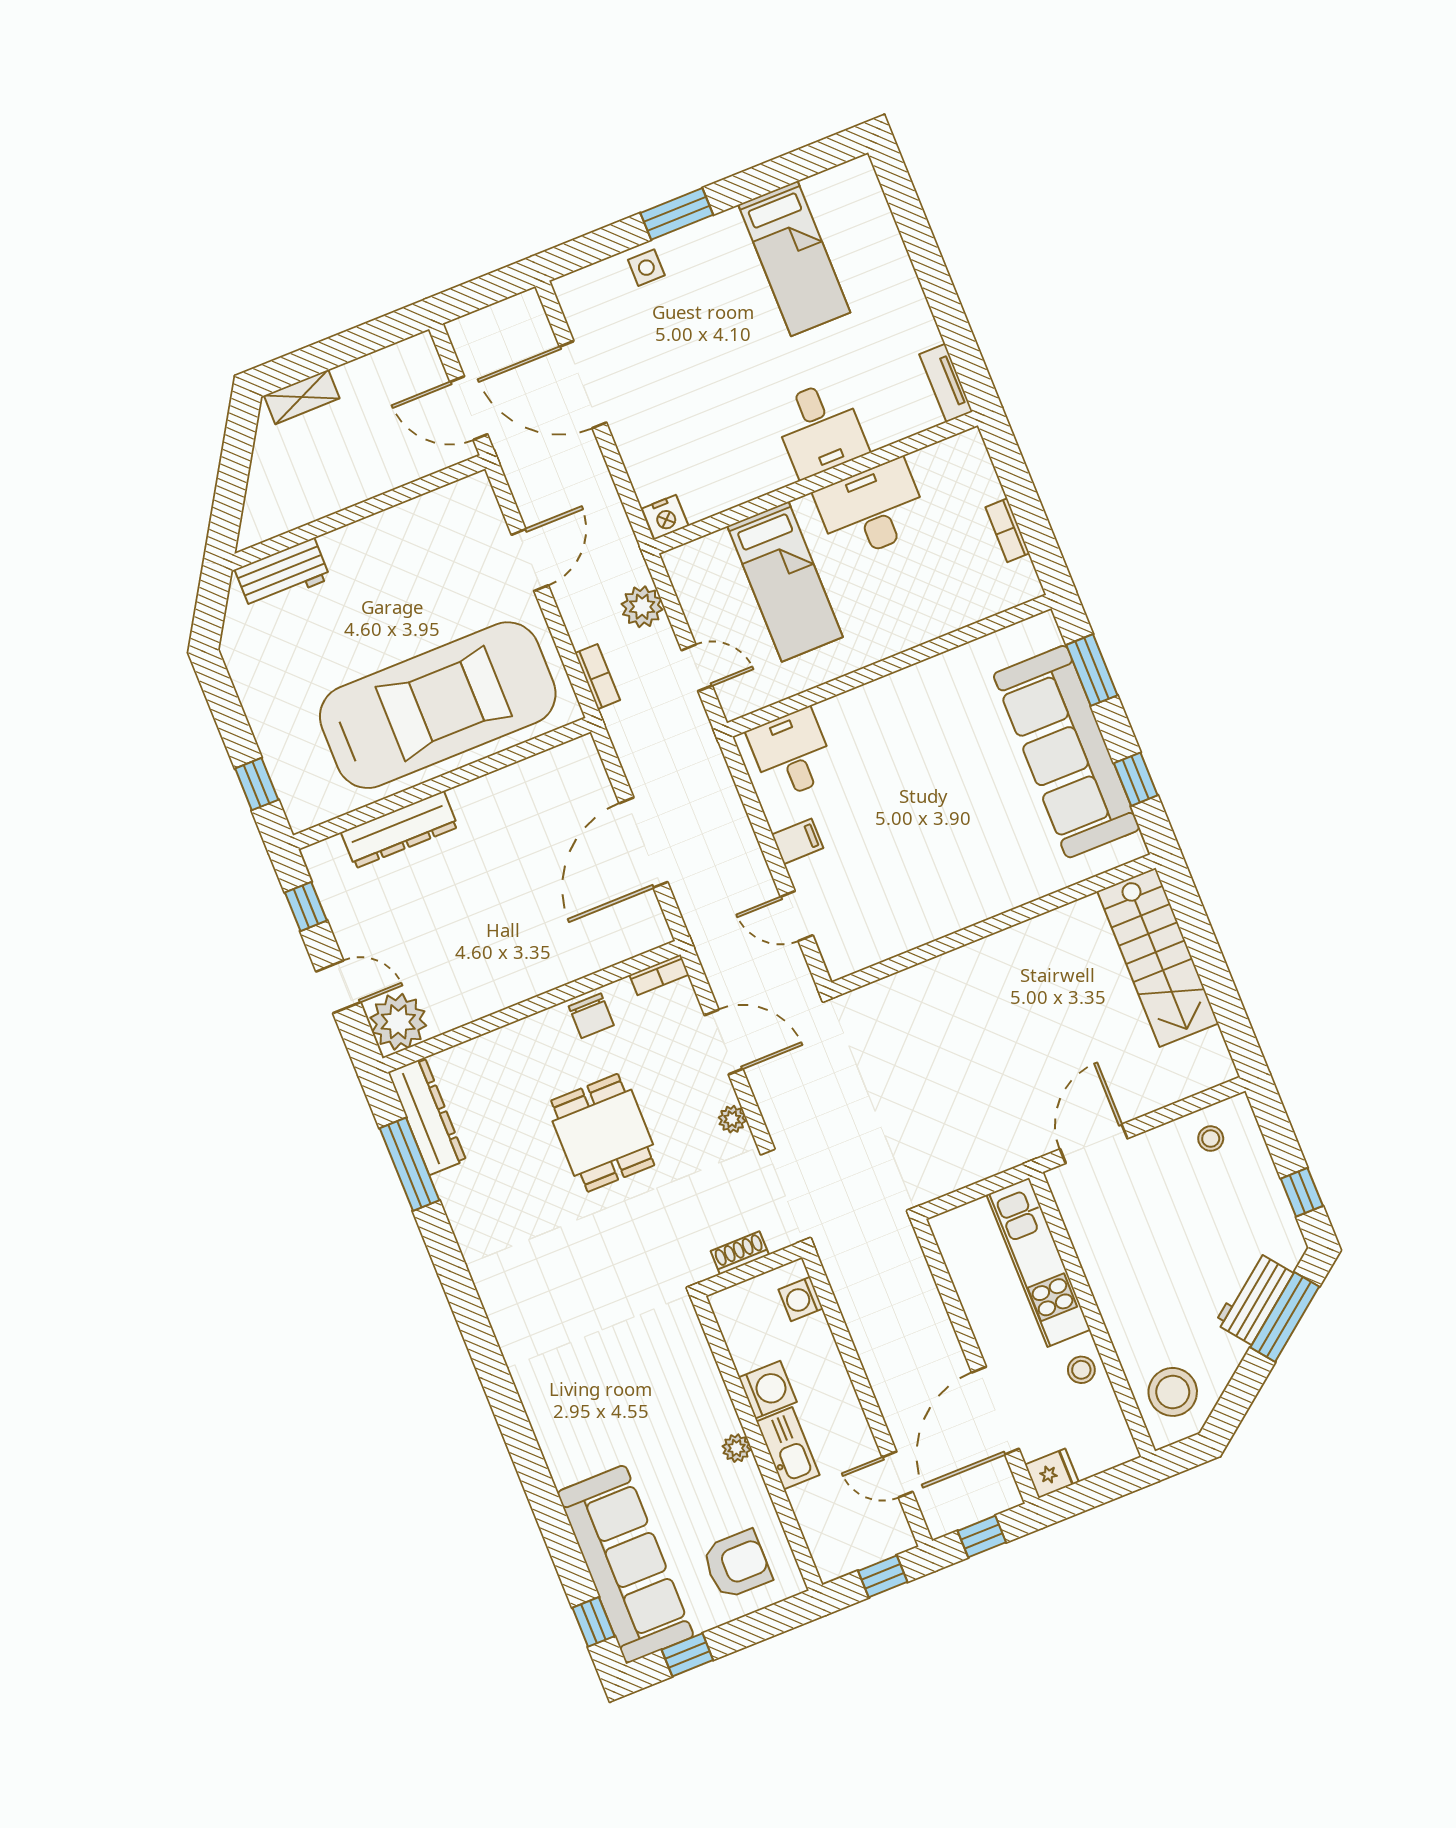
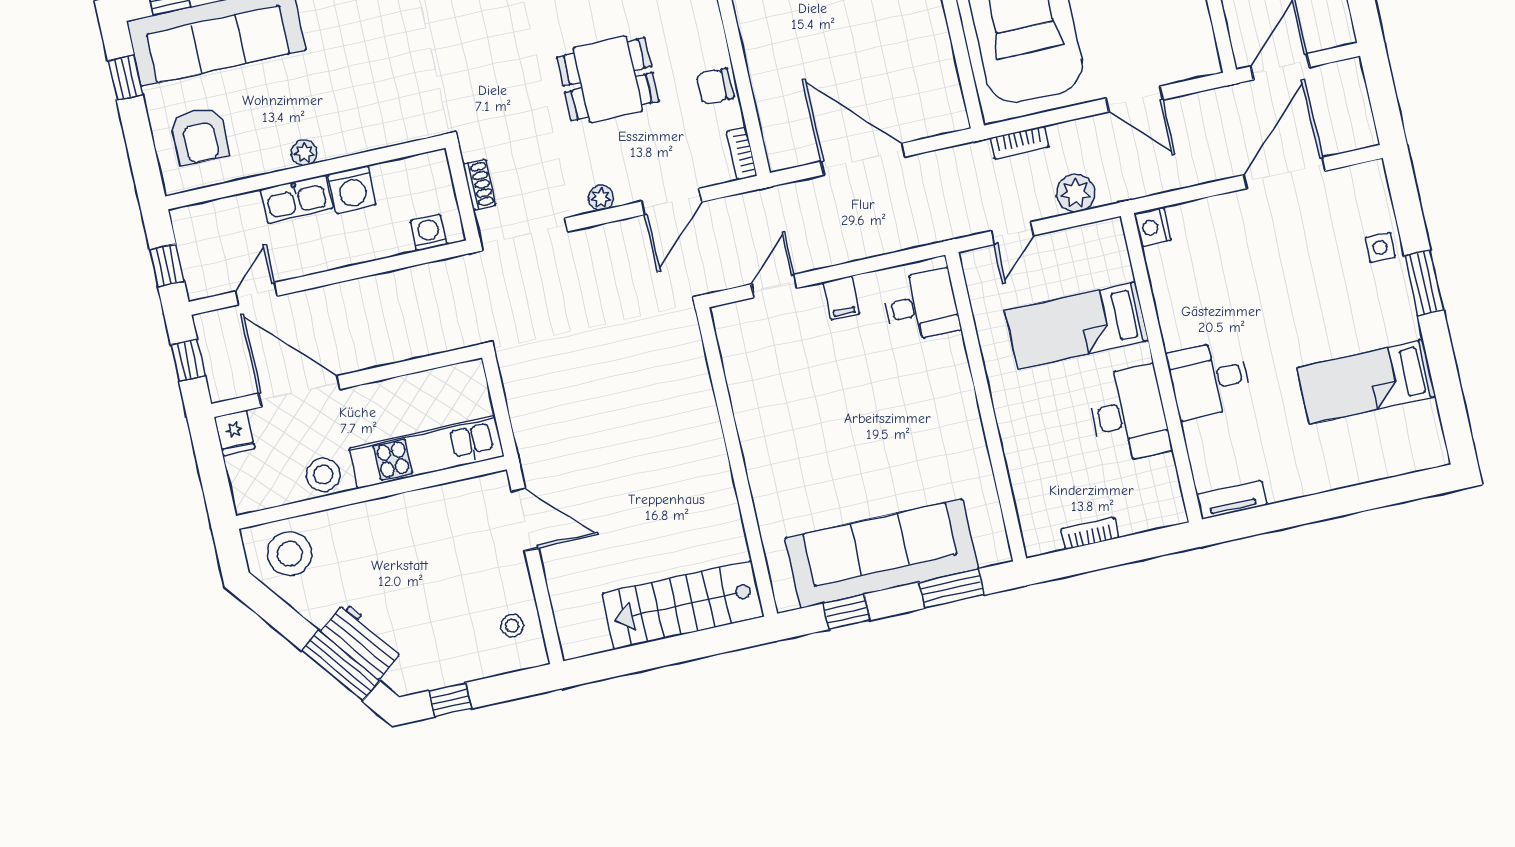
stool: (1081, 1370) -> (323, 475), width x1.37, depth x1.37

